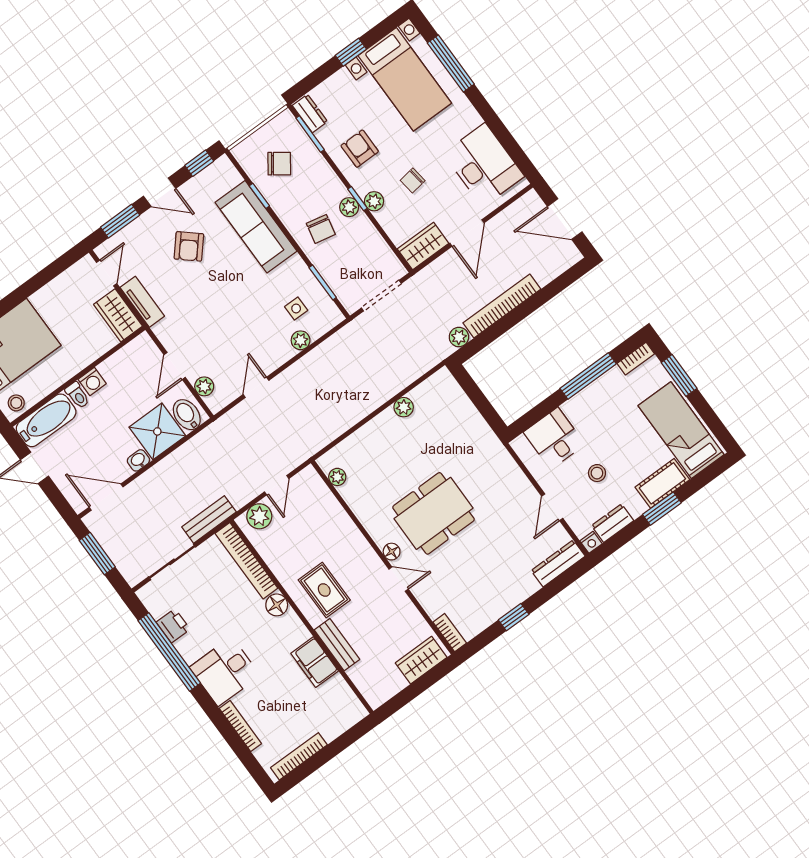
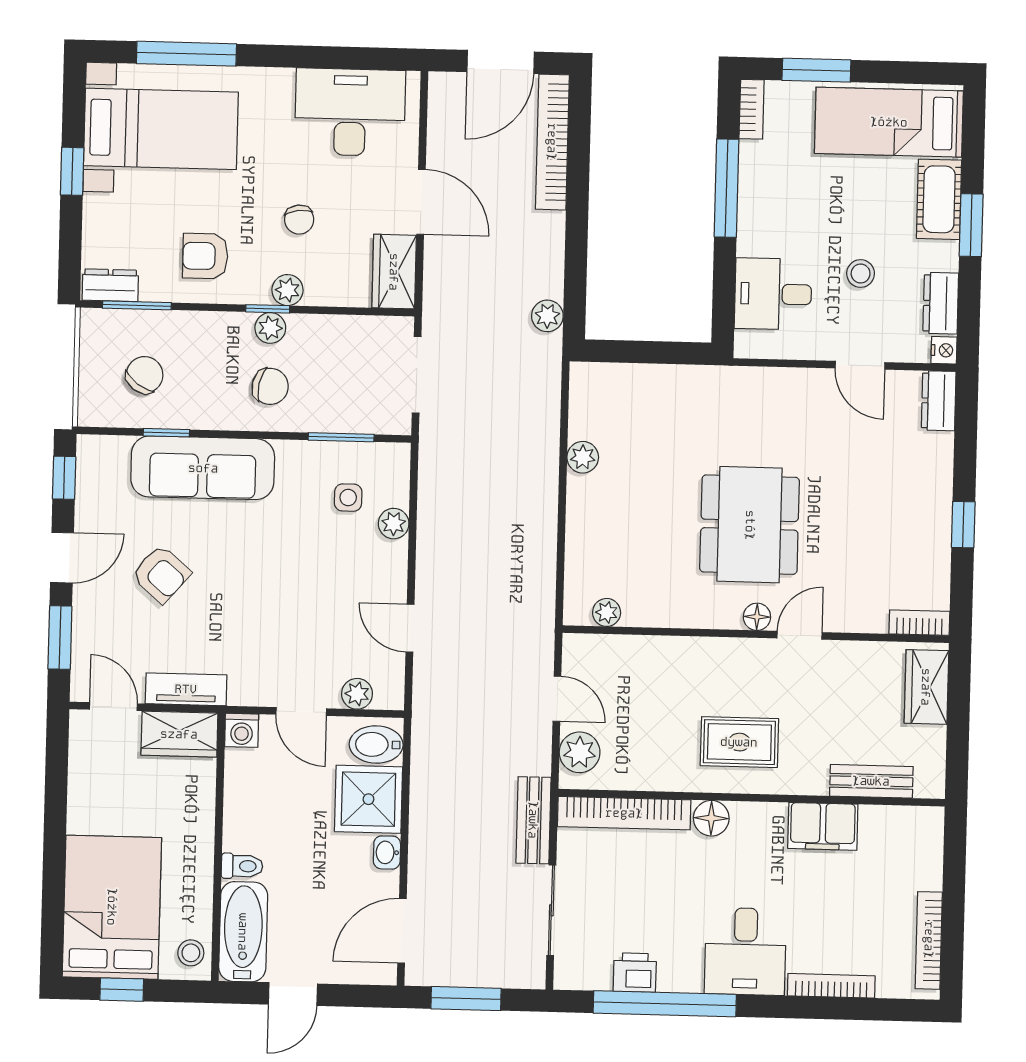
bookcase: (502, 306) -> (552, 142), moved
washing machine: (92, 382) -> (242, 730), moved, turned 90
dresser: (558, 563) -> (939, 401), width x0.70
bench: (337, 645) -> (871, 781), moved

